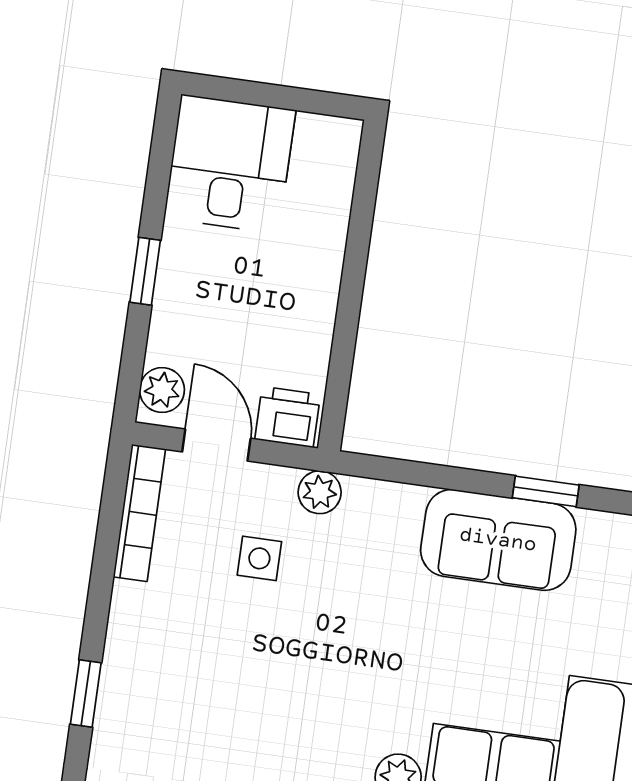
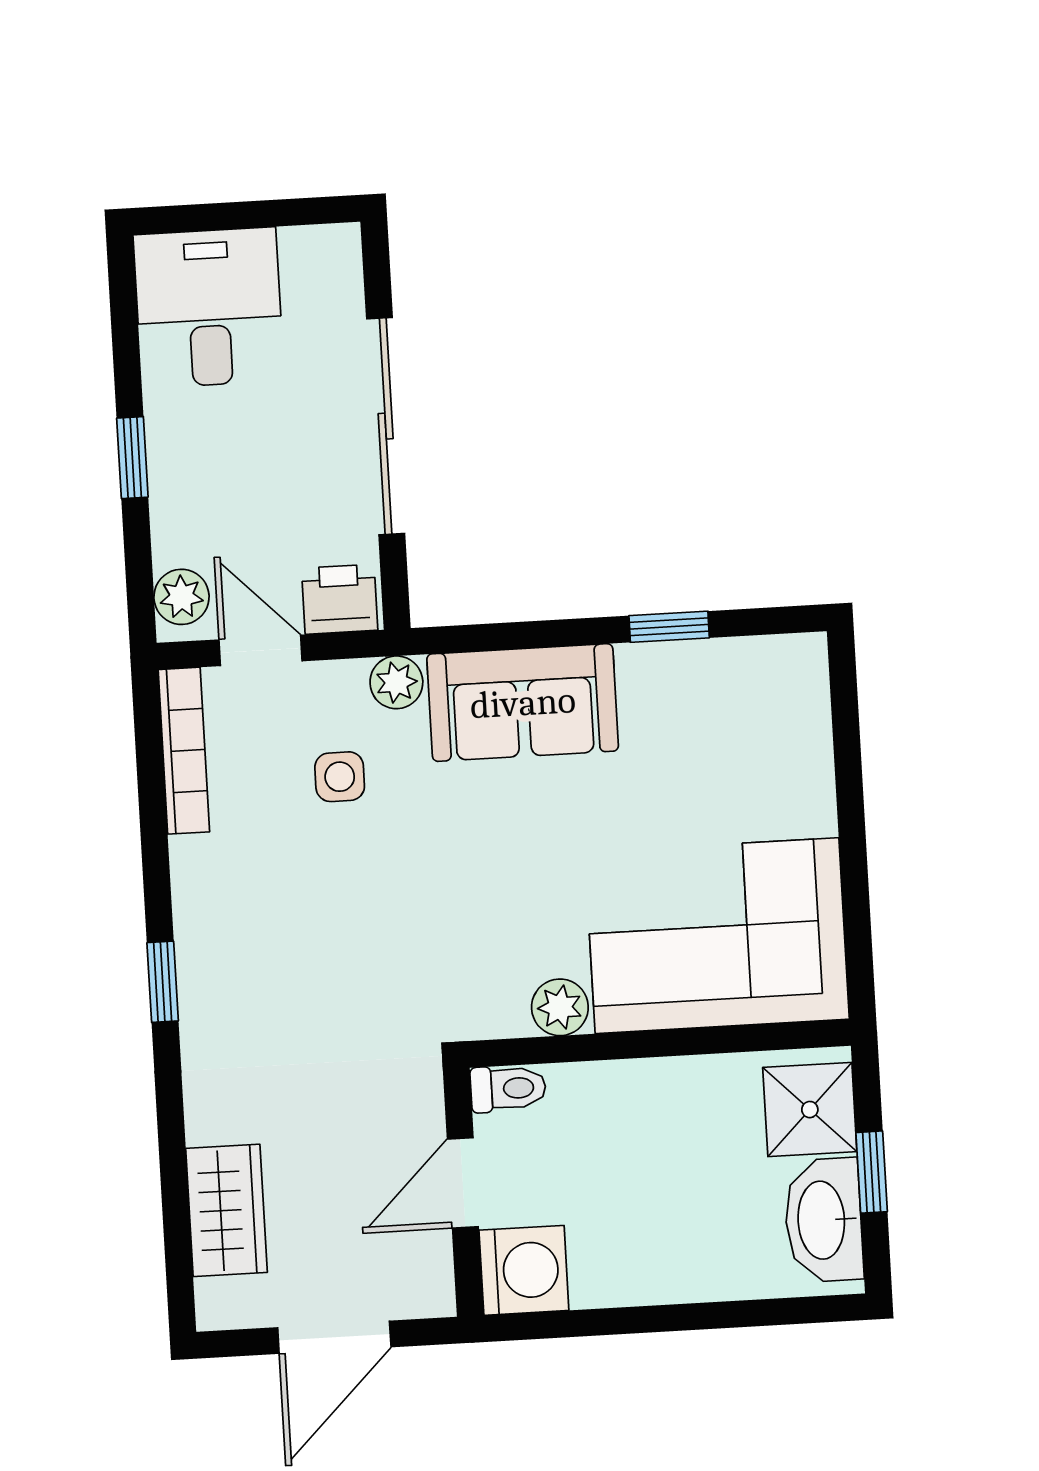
sliding door: (352, 286) -> (386, 426), added
sofa: (498, 540) -> (523, 703), moved

